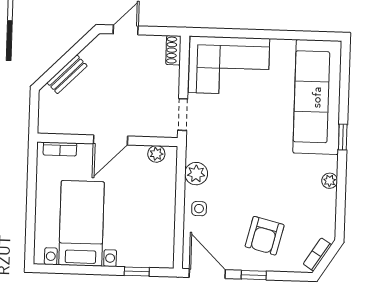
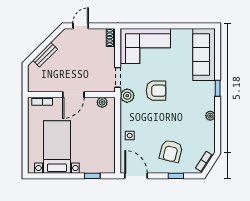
sofa: (317, 97) -> (204, 54), width x0.74, depth x0.79
armchair: (244, 138) -> (156, 91), added
plant: (196, 174) -> (127, 96), moved
window: (254, 275) -> (176, 176), moved

